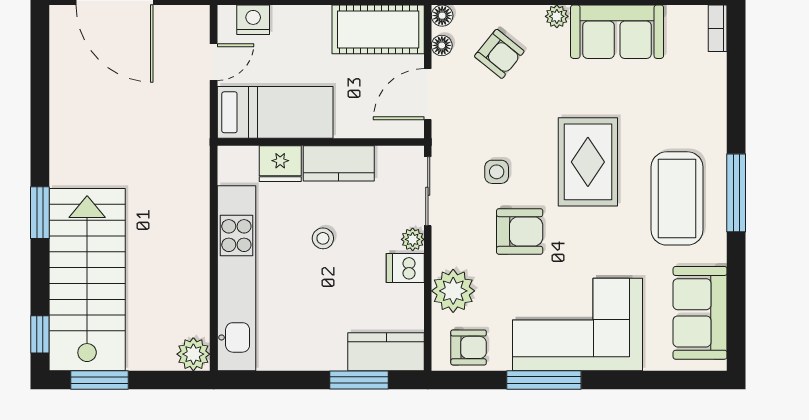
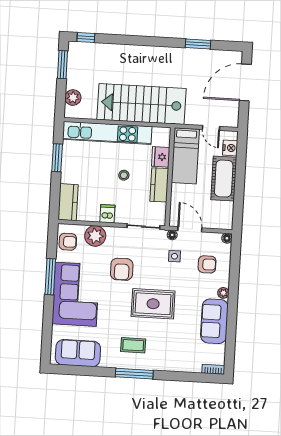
cot: (378, 29) -> (224, 179), moved
floor lamp: (442, 45) -> (172, 235), moved
armchair: (499, 54) -> (207, 264), turned -129
side table: (497, 172) -> (174, 256), moved
coffee table: (677, 198) -> (133, 345), width x0.54, depth x0.58
window: (40, 213) -> (198, 44), moved
plant: (413, 239) -> (121, 218), removed
stairs: (87, 280) -> (141, 104), moved, turned 180
armchair: (469, 347) -> (68, 242), turned -90
plant: (193, 354) -> (73, 98), moved
window: (359, 380) -> (57, 158), moved

